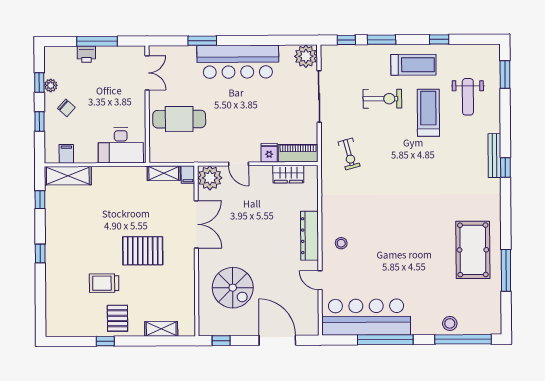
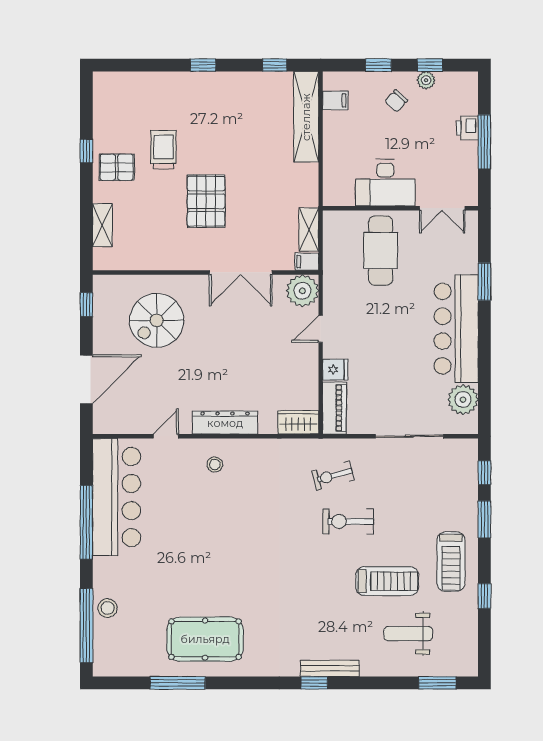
plant: (306, 56) -> (463, 400), moved
exercise bike: (382, 99) -> (348, 521), moved, turned 90
desk: (121, 145) -> (385, 183), moved, turned -90
wardrobe: (288, 174) -> (298, 422), moved, turned 90
shelving: (68, 176) -> (306, 117), width x1.47

